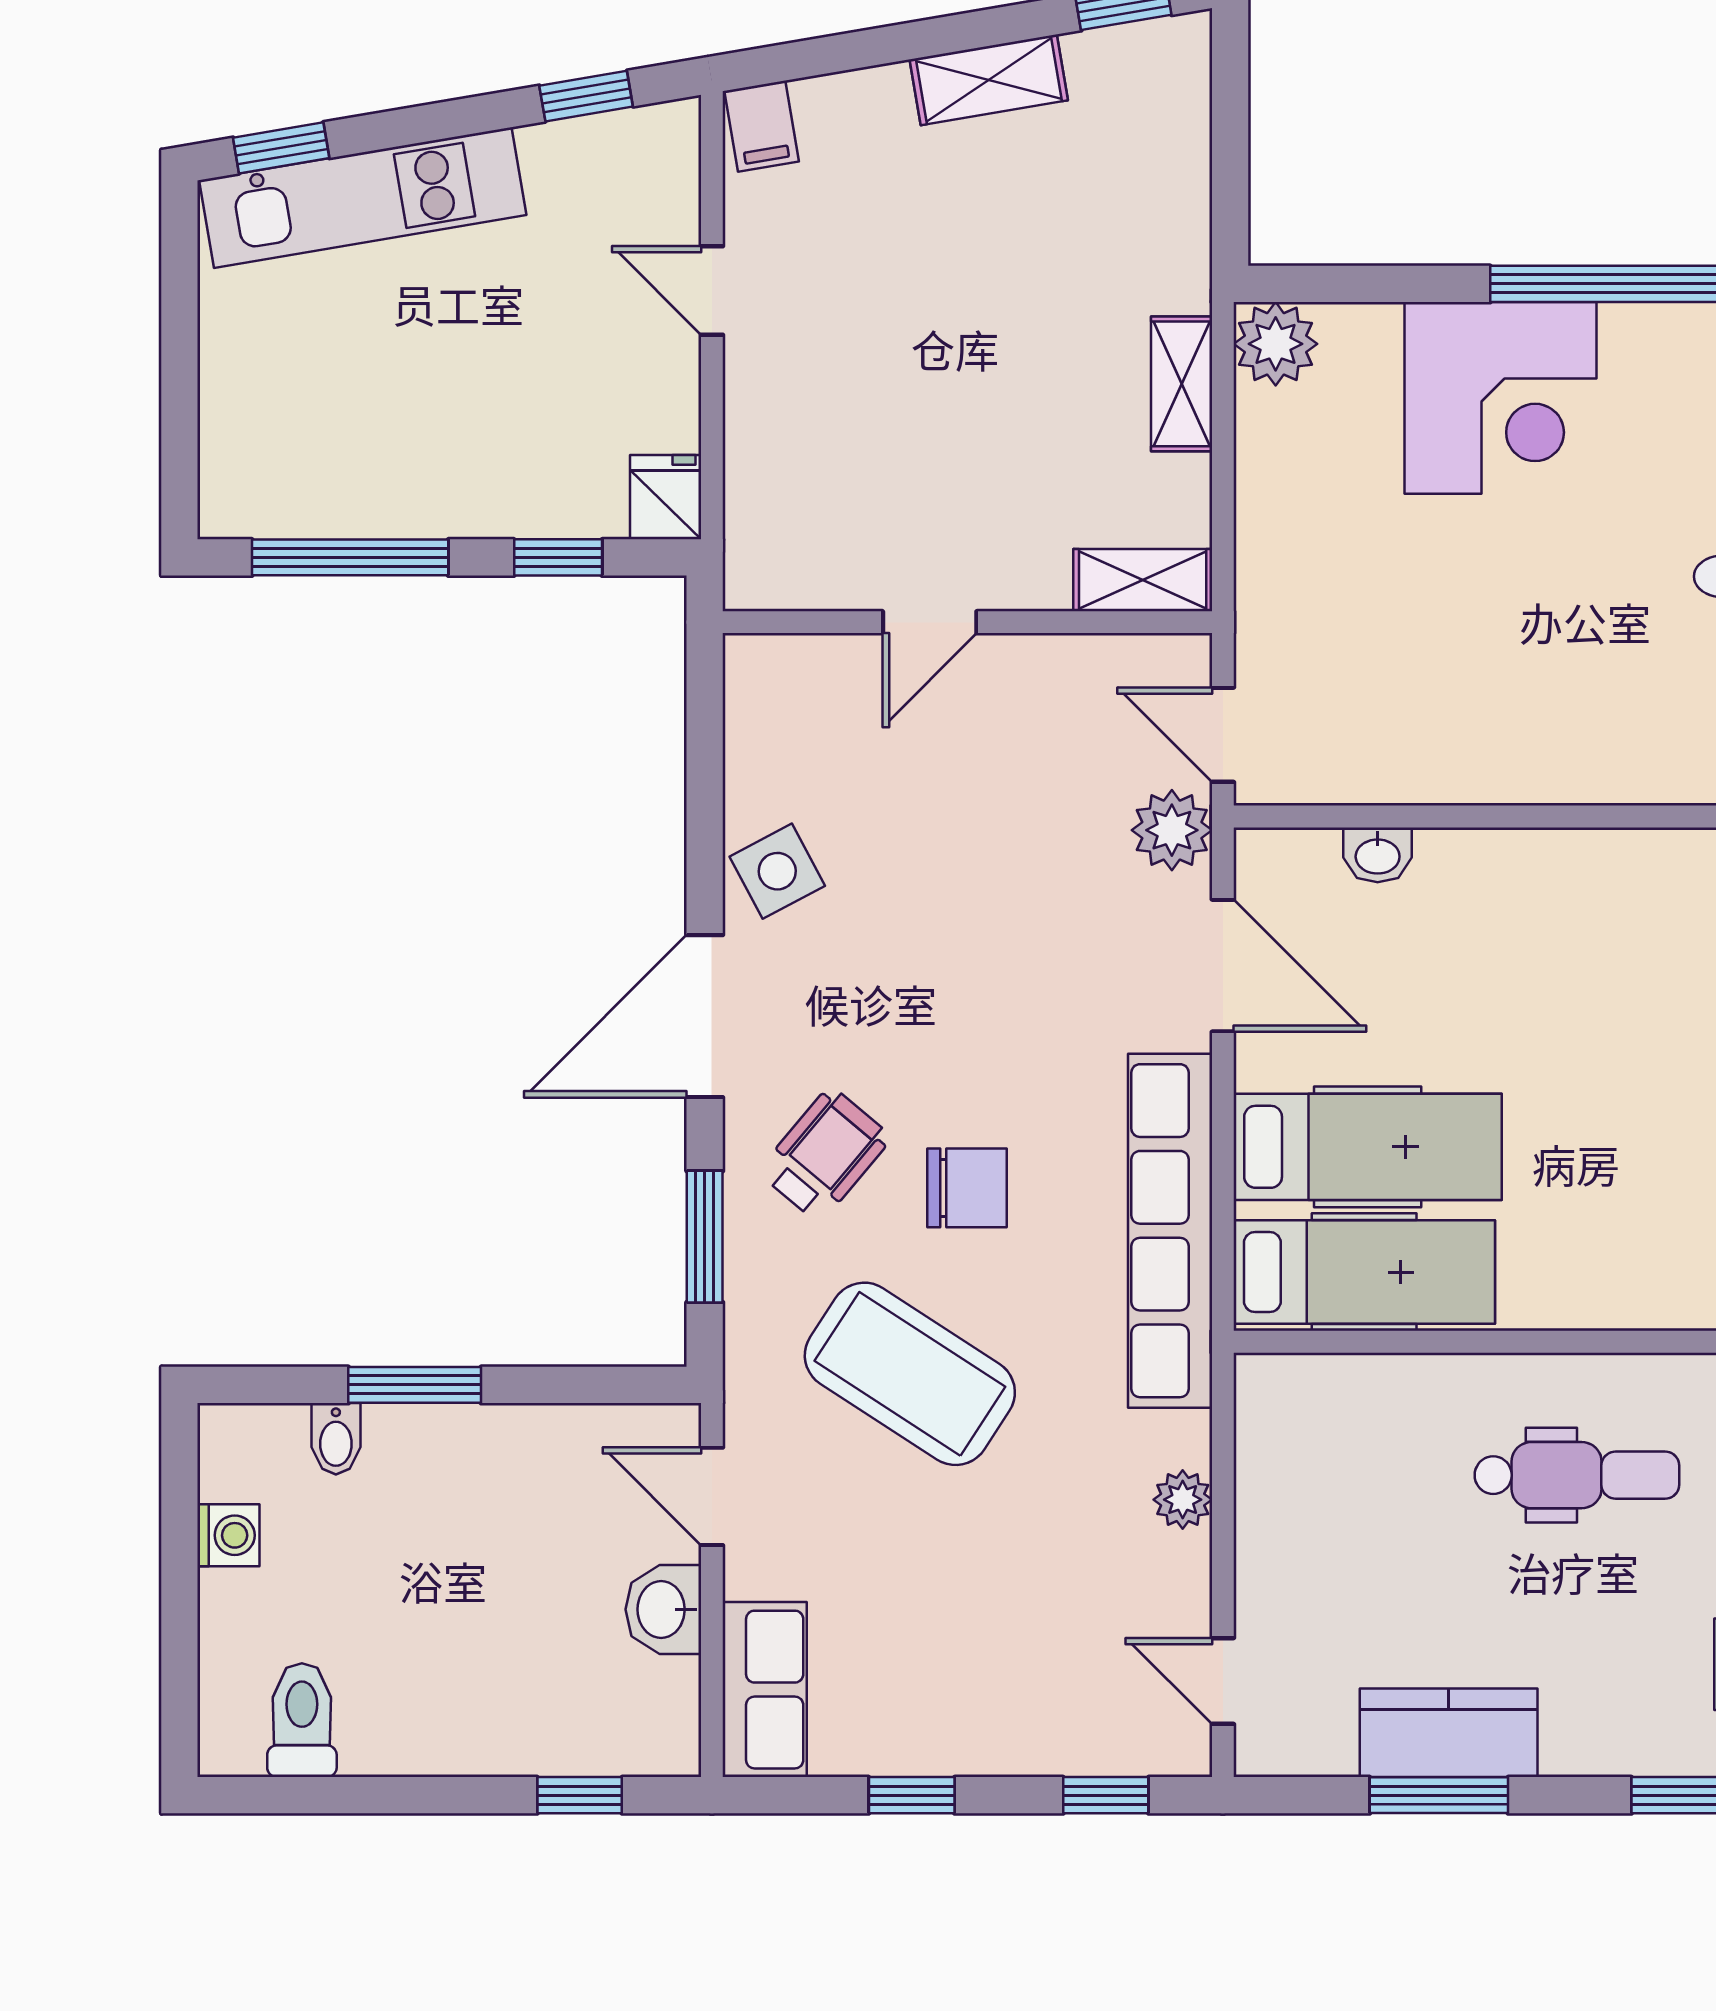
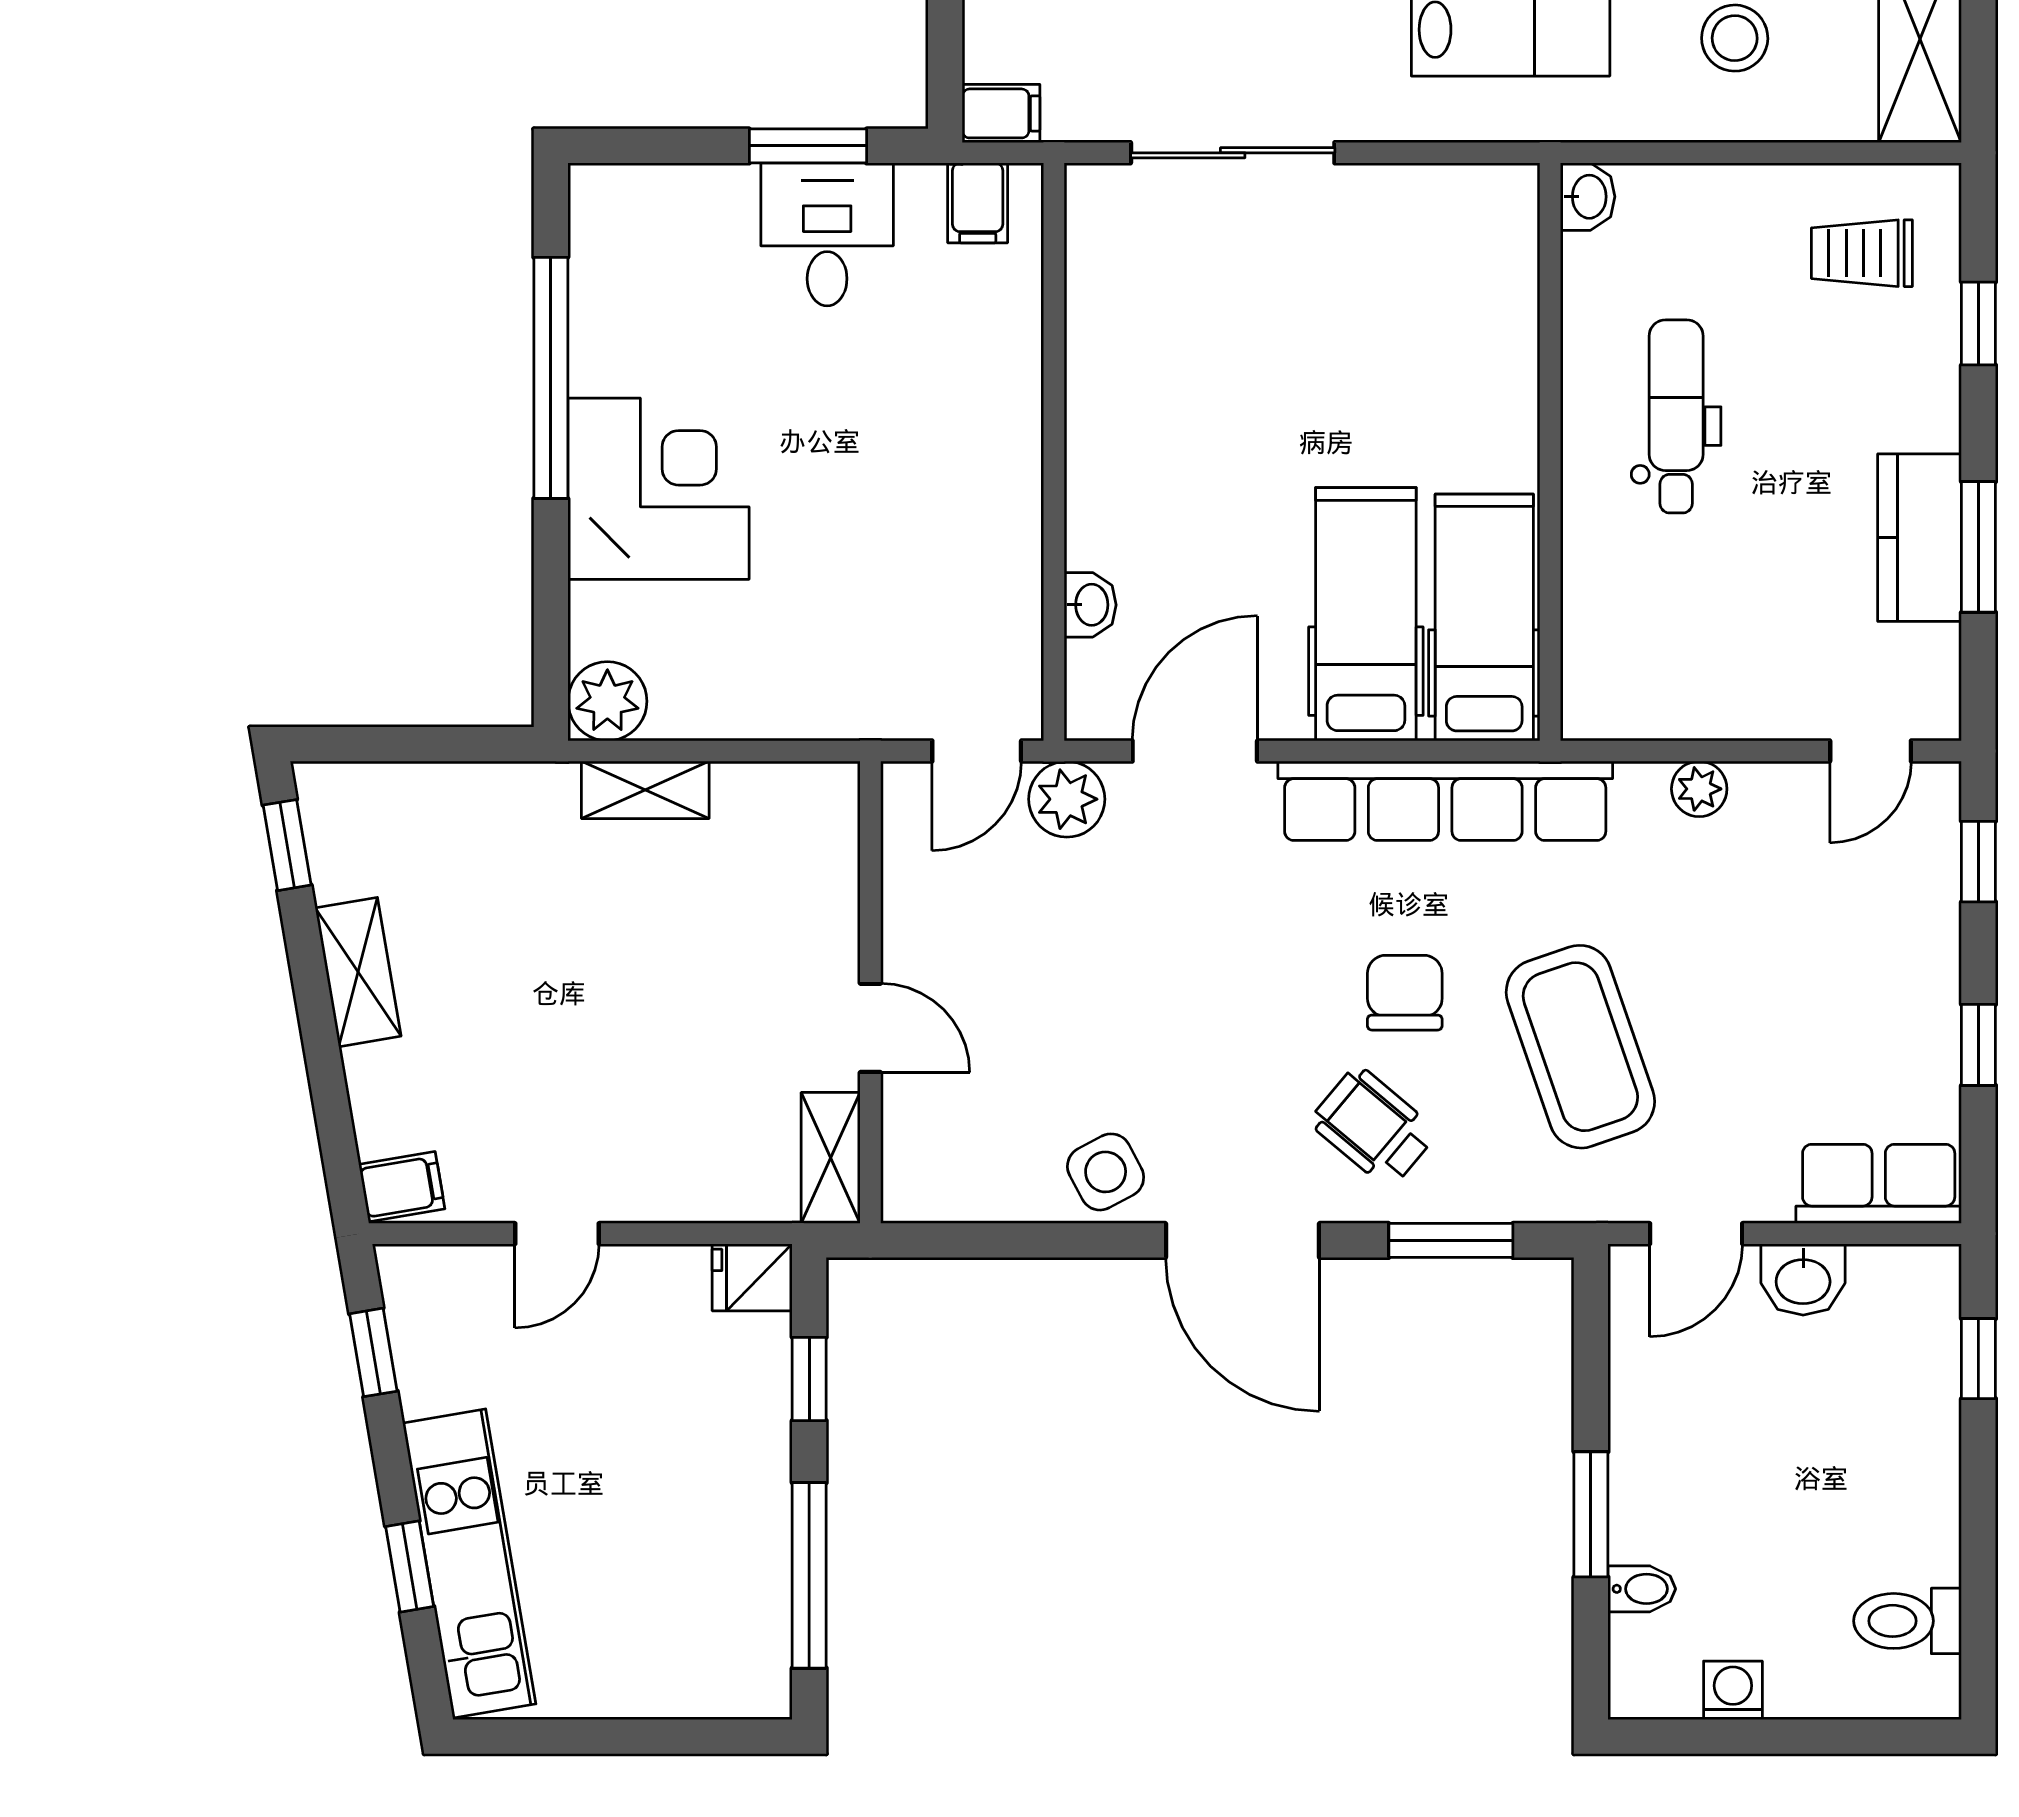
window: (281, 148) -> (410, 1566), moved
shelving: (1143, 580) -> (831, 1158), moved
coffee table: (910, 1374) -> (1580, 1047), turned -52

